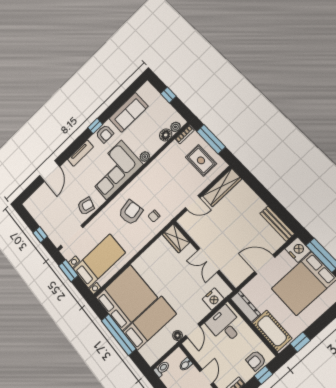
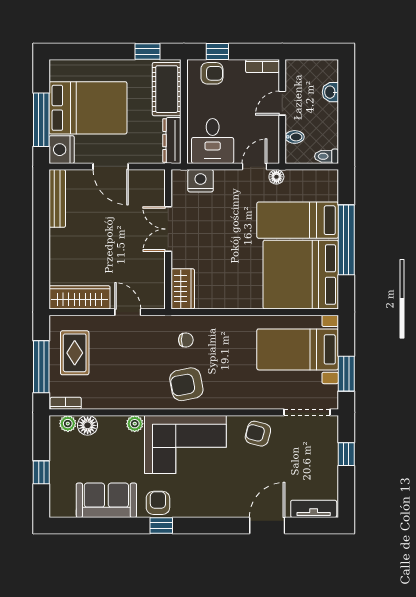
tv unit: (80, 153) -> (314, 509), moved
armchair: (131, 212) -> (186, 384), moved
double door: (208, 260) -> (168, 229), swing flipped

